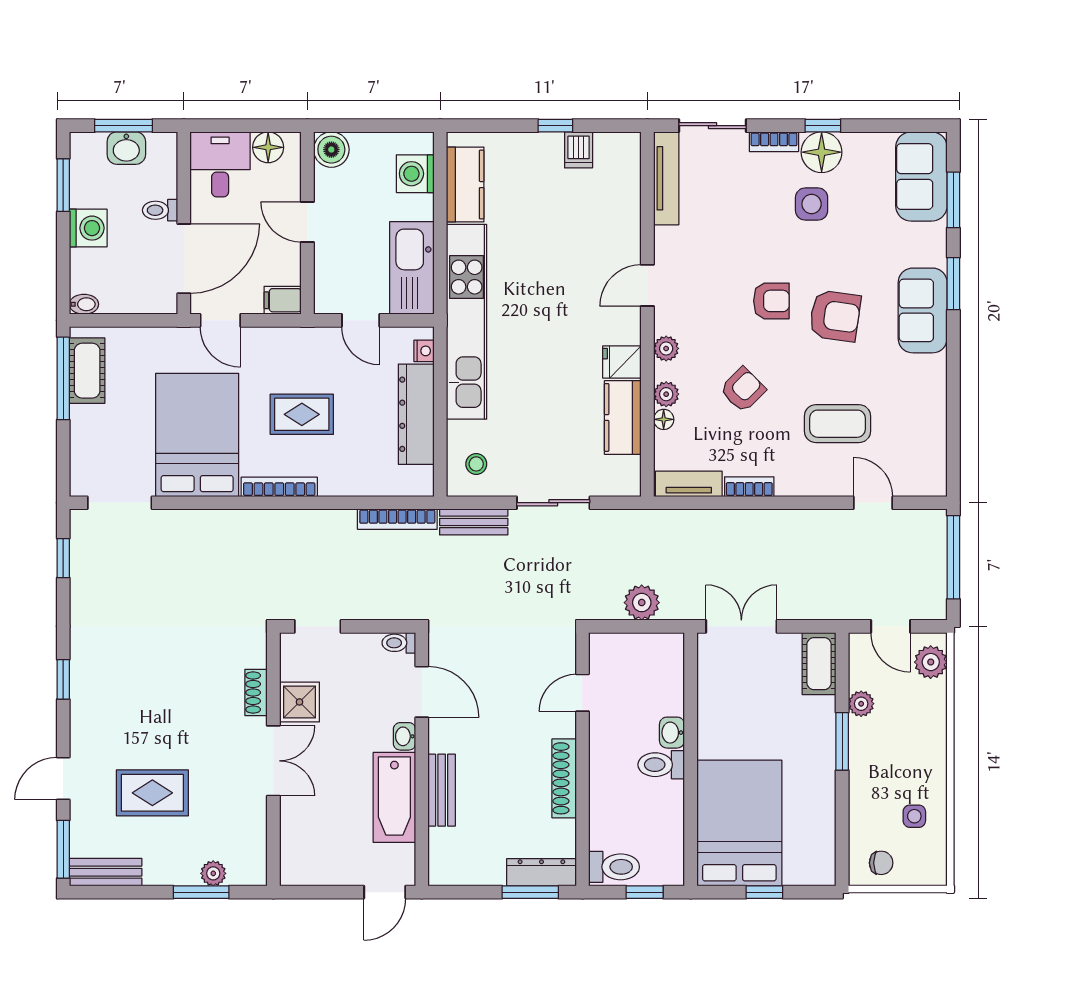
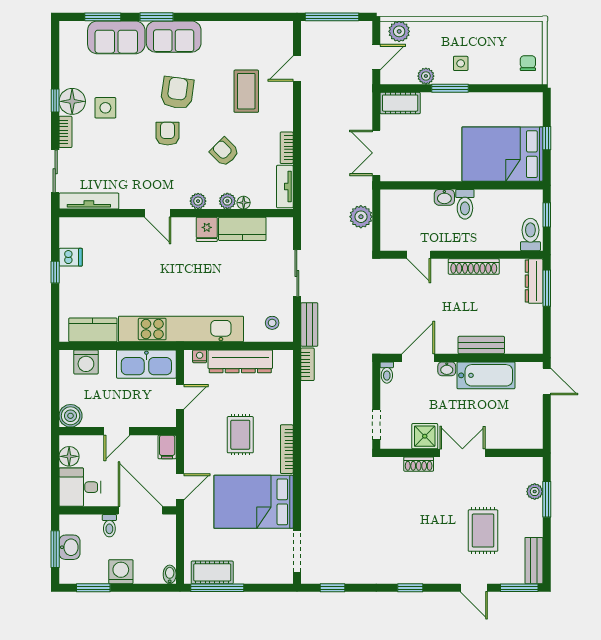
sofa: (921, 176) -> (116, 37), moved
bookcase: (397, 519) -> (307, 364), width x0.64
side table: (914, 816) -> (461, 63), moved

